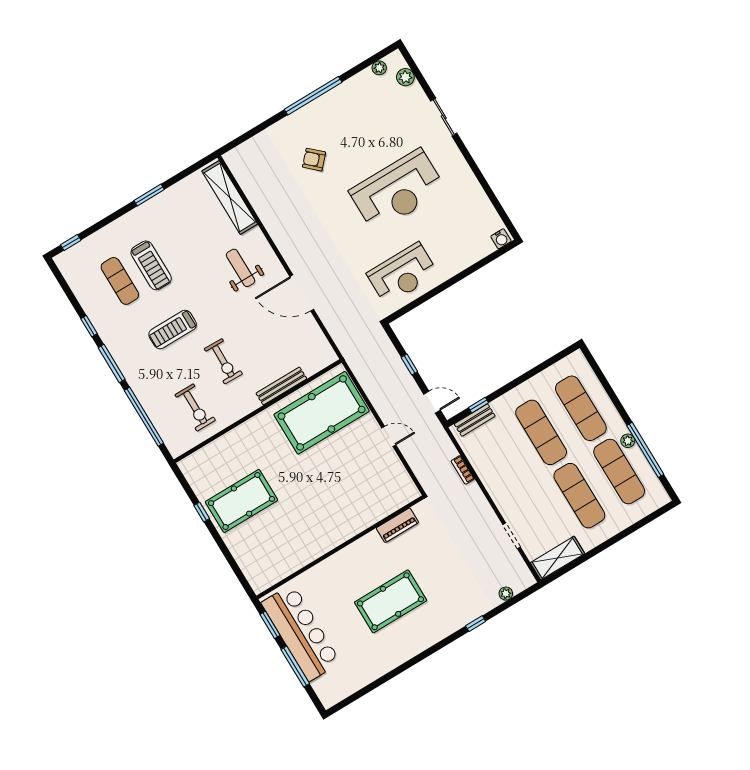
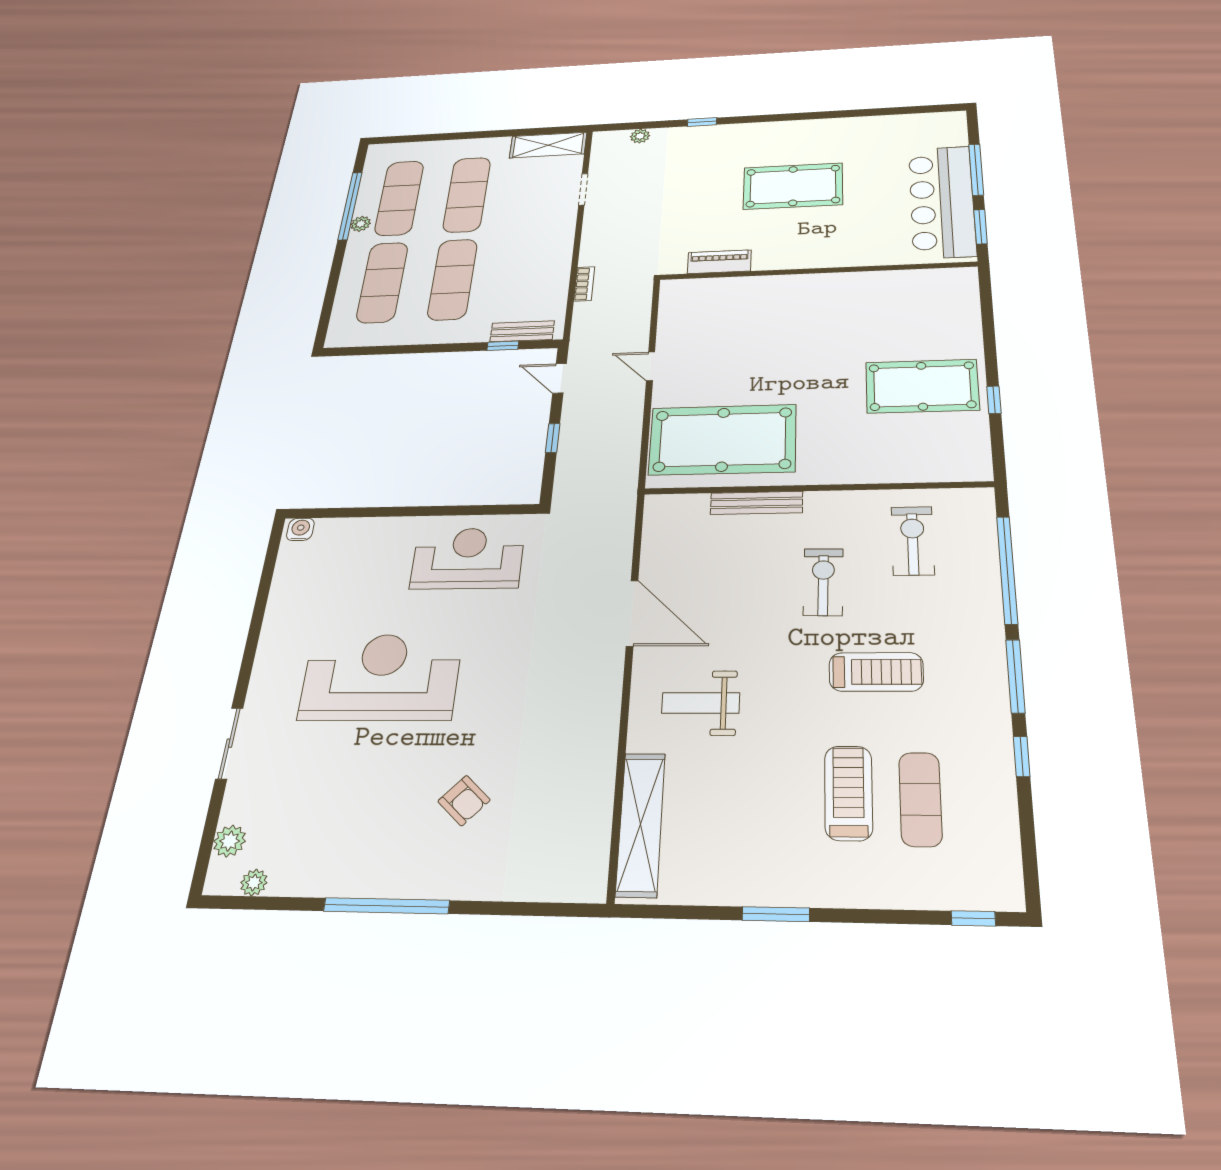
weight bench: (241, 268) -> (701, 703), turned 90

